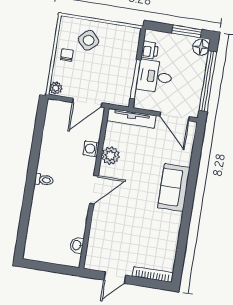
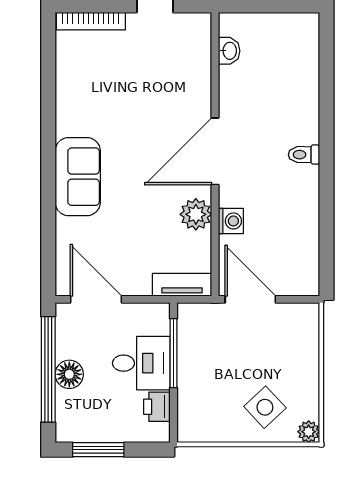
floor lamp: (201, 47) -> (69, 374), moved
chair: (67, 55) -> (298, 376), removed
plant: (56, 88) -> (309, 432), moved
door: (87, 103) -> (250, 299), hinge flipped
tv unit: (131, 118) -> (182, 285), width x0.71
door: (94, 190) -> (215, 151), width x1.36

